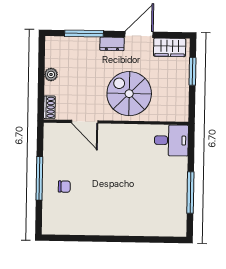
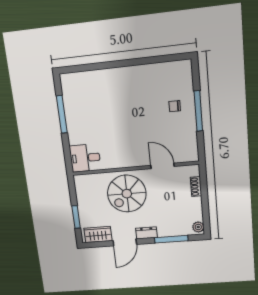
plant: (51, 74) -> (198, 227), moved
spiral stairs: (129, 94) -> (127, 194), turned 90
shoe rack: (49, 107) -> (196, 187), moved

